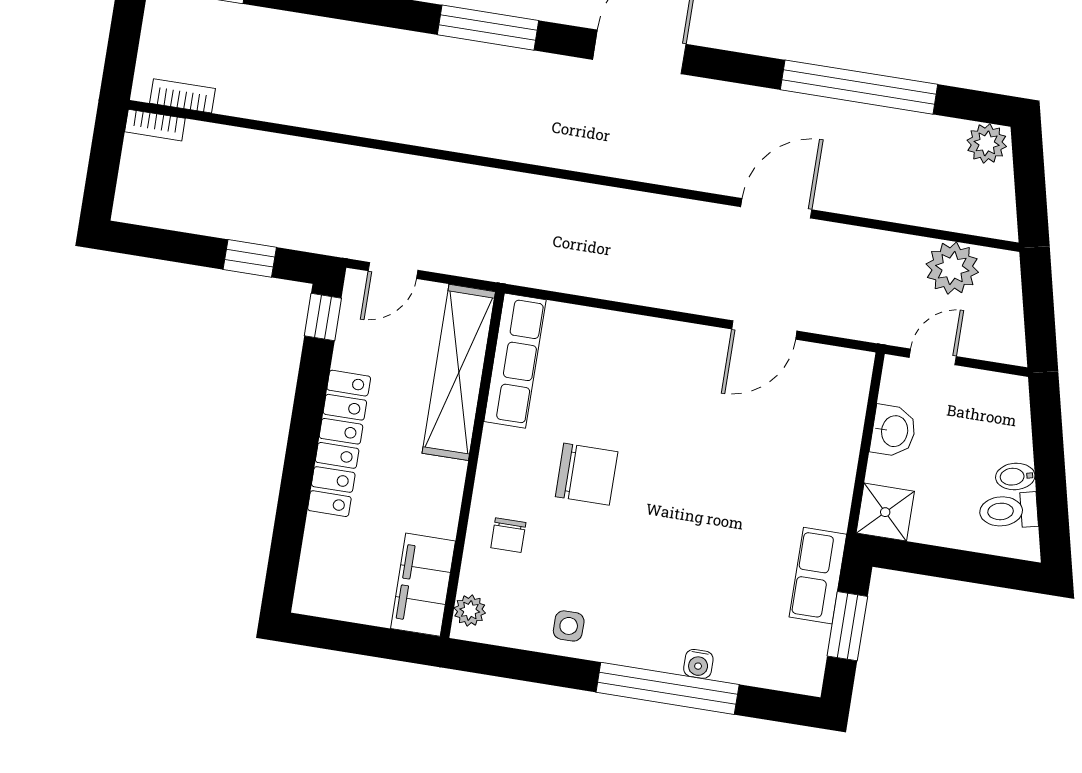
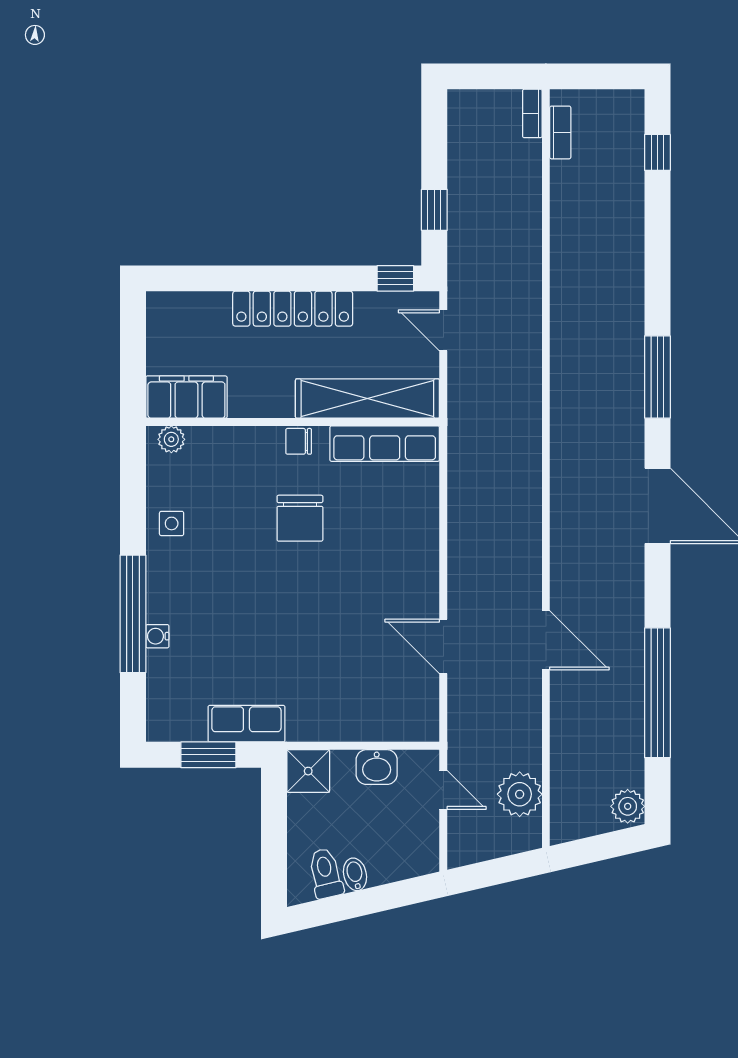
chair: (508, 535) -> (299, 441), moved

